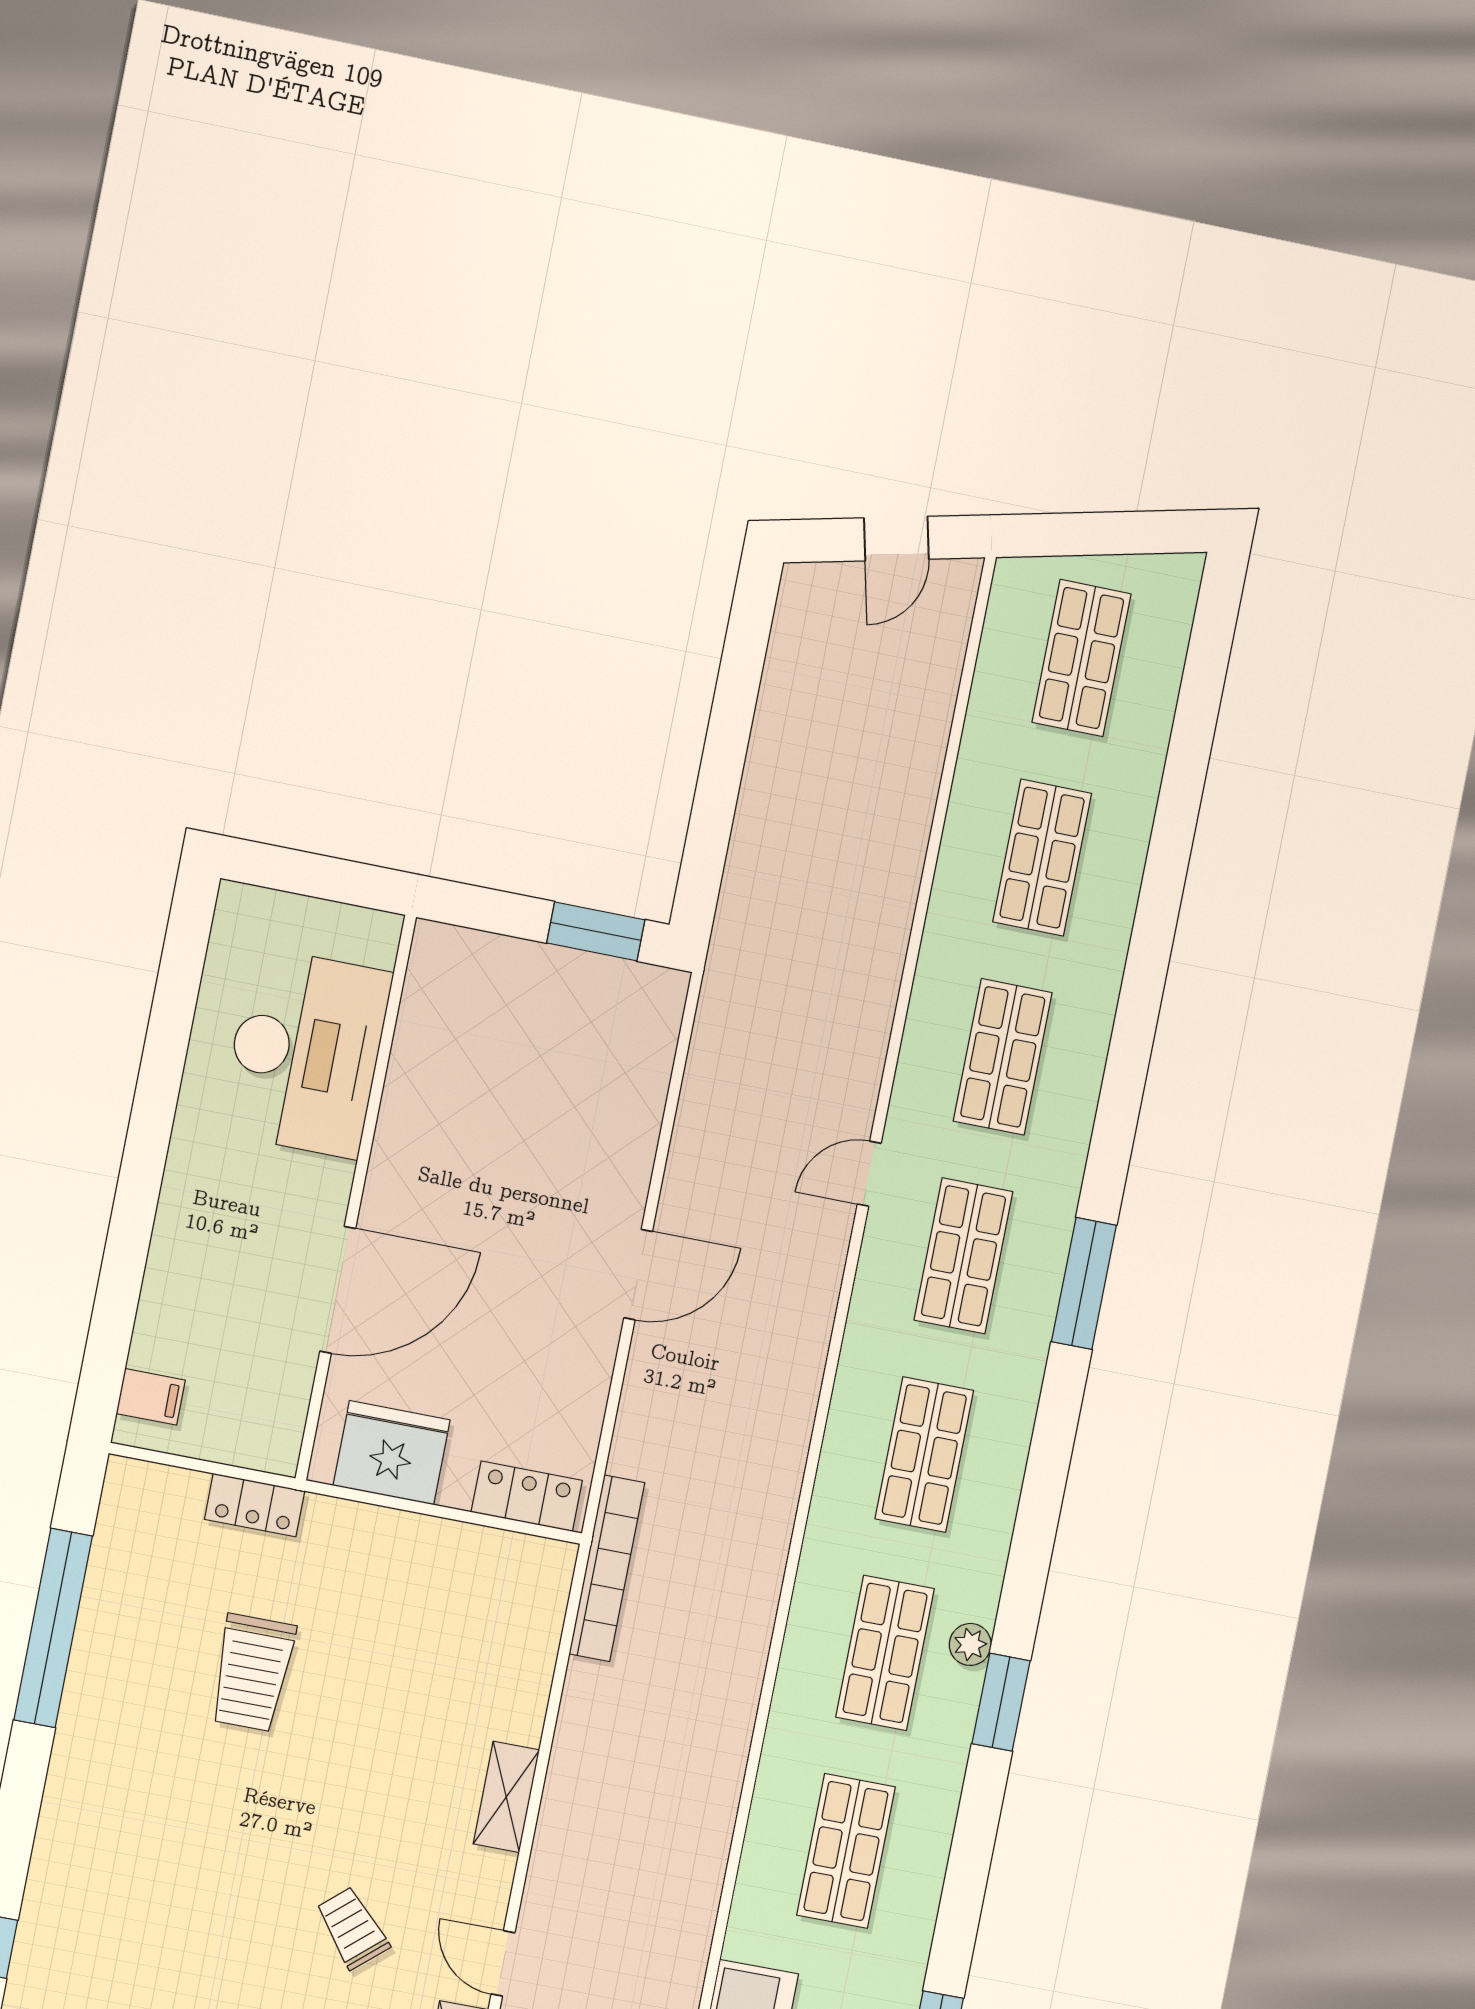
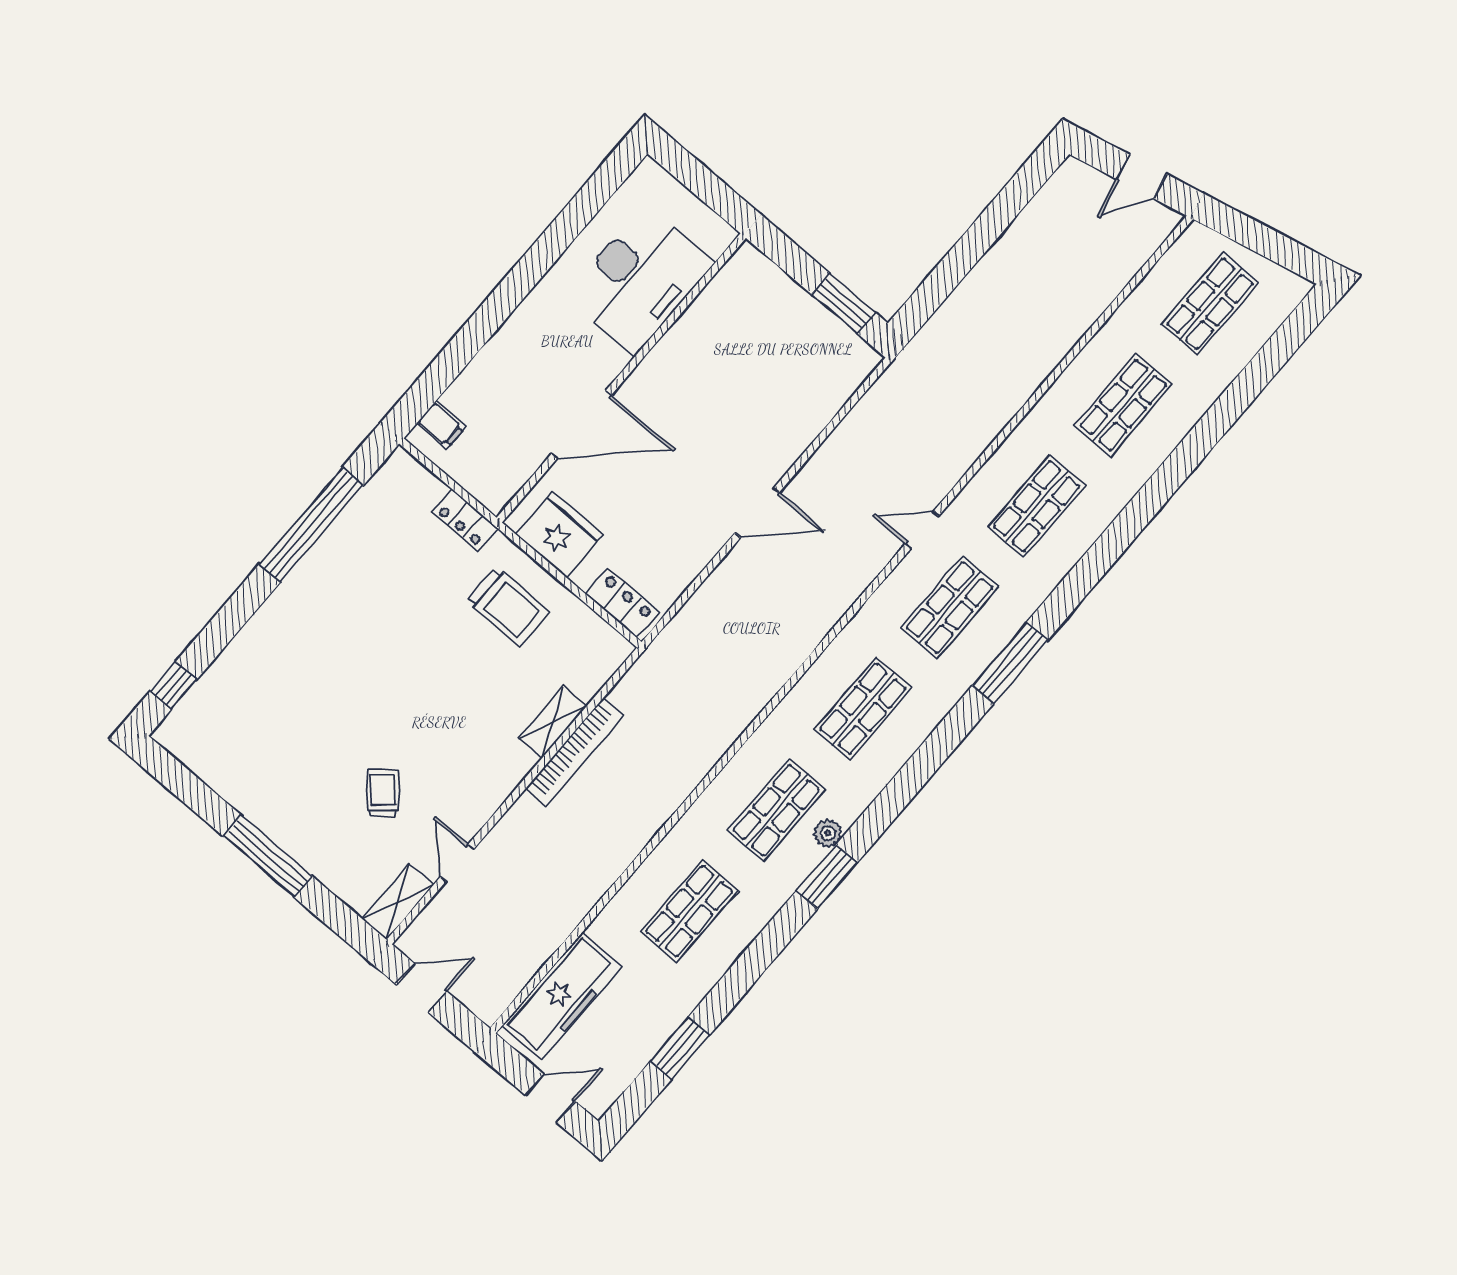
bookcase: (607, 1568) -> (575, 752), moved
trolley: (252, 1673) -> (508, 607), moved, turned -90
shelving: (506, 1797) -> (553, 722), moved

